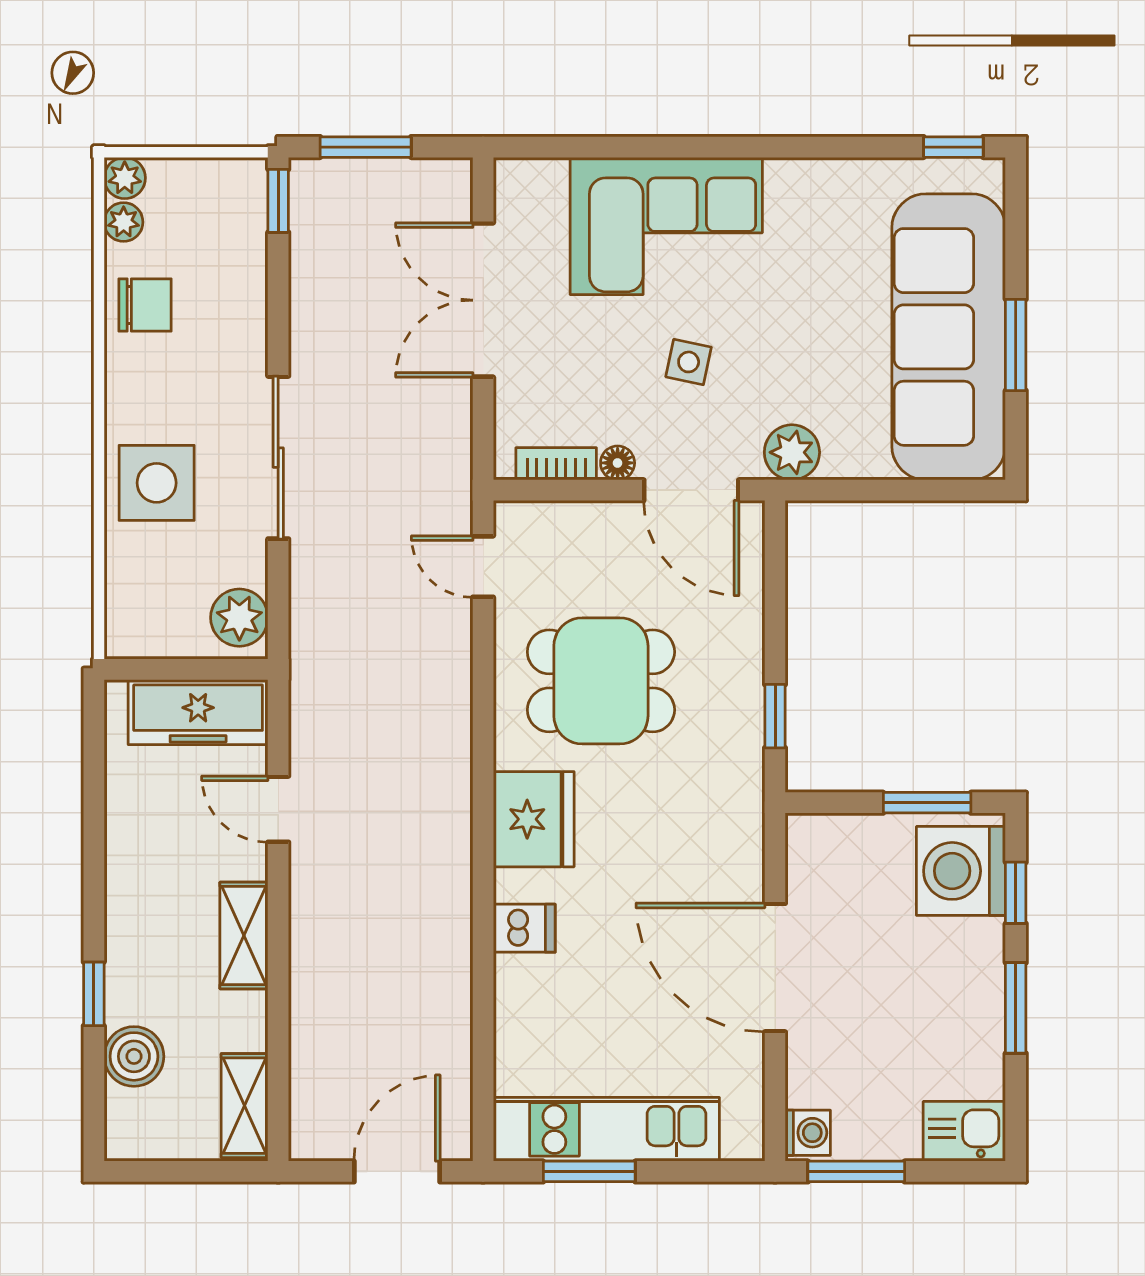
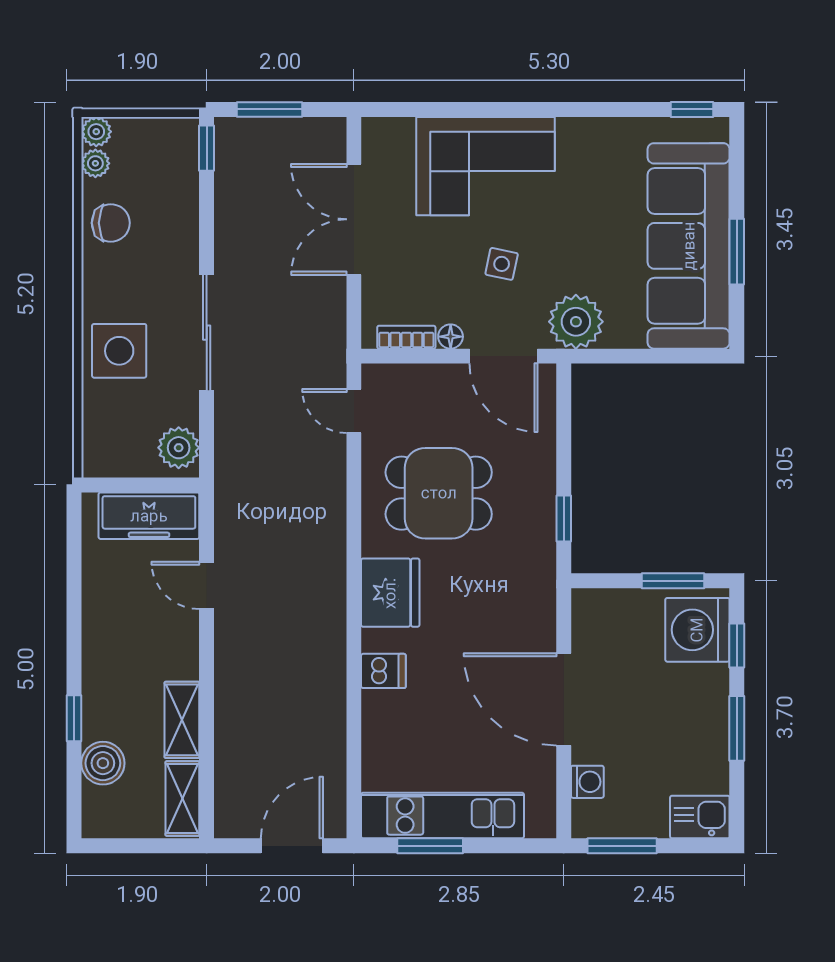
plant: (792, 452) -> (576, 322), width x1.36, depth x1.36
shelving: (244, 936) -> (182, 720), moved
washing machine: (808, 1133) -> (587, 782), moved

